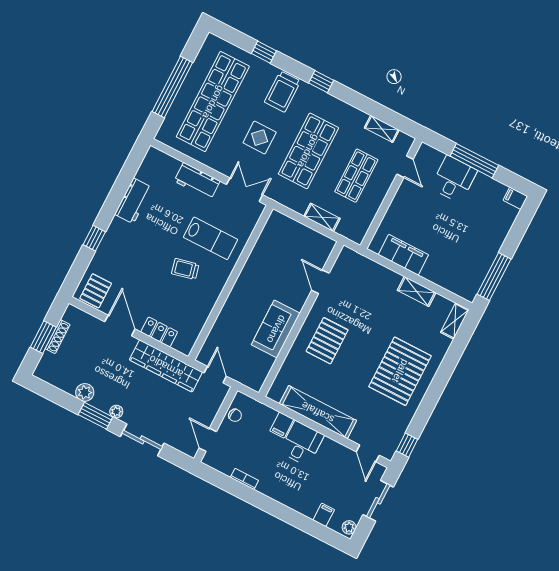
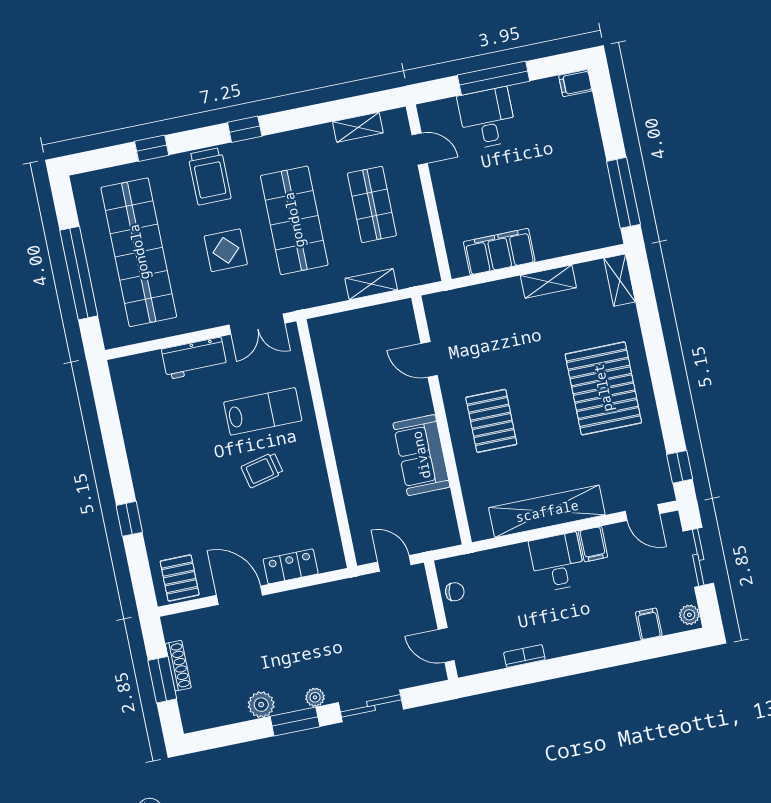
double door: (245, 190) -> (257, 324), swing flipped
workbench: (133, 201) -> (140, 440), removed
wardrobe: (166, 366) -> (330, 599), removed
filing cabinet: (282, 425) -> (593, 544), moved

